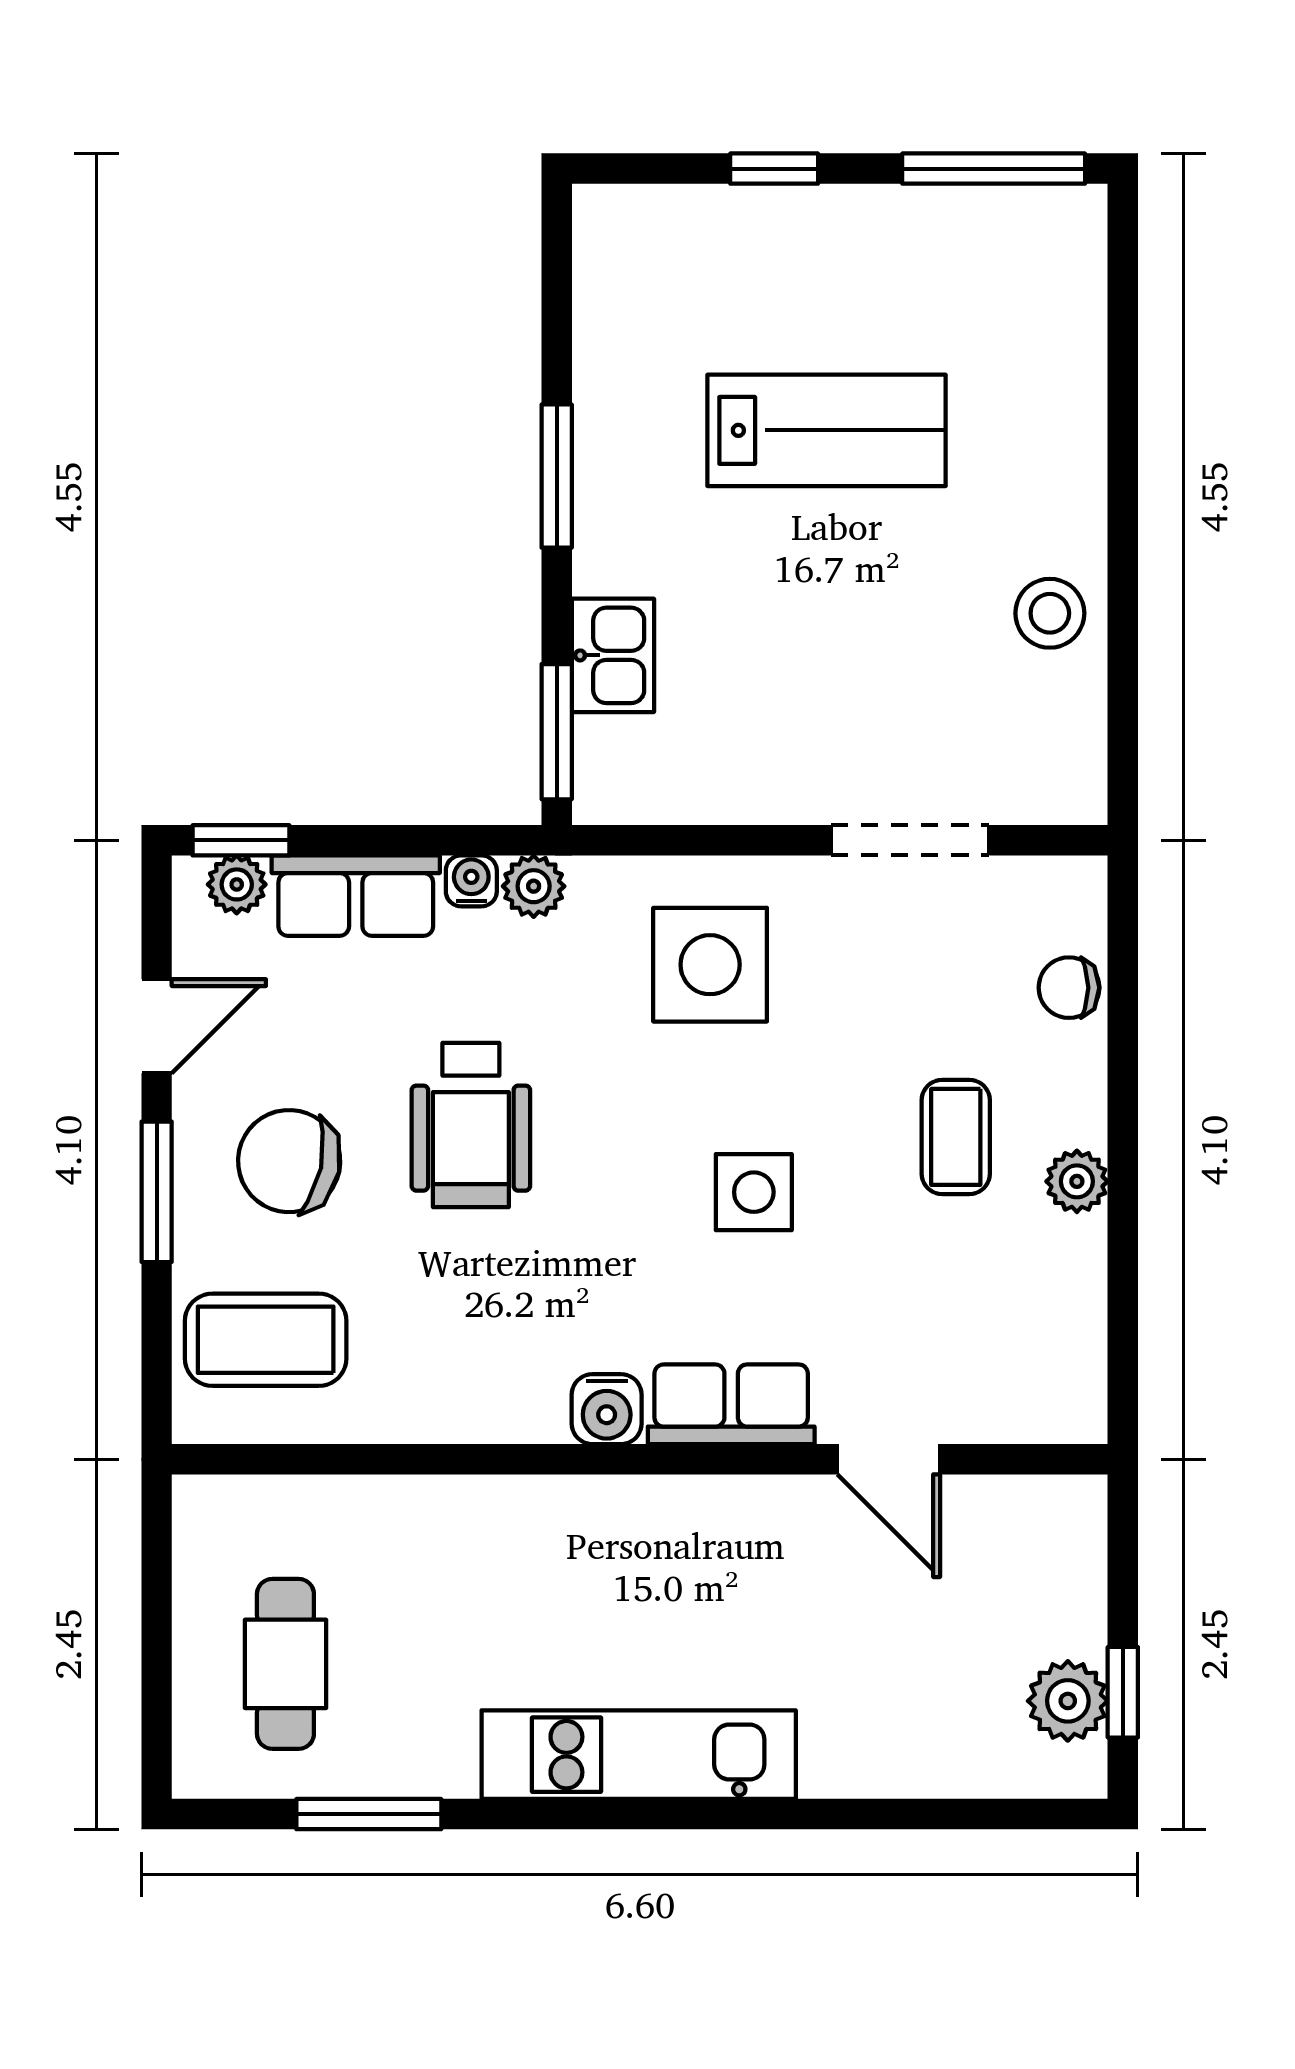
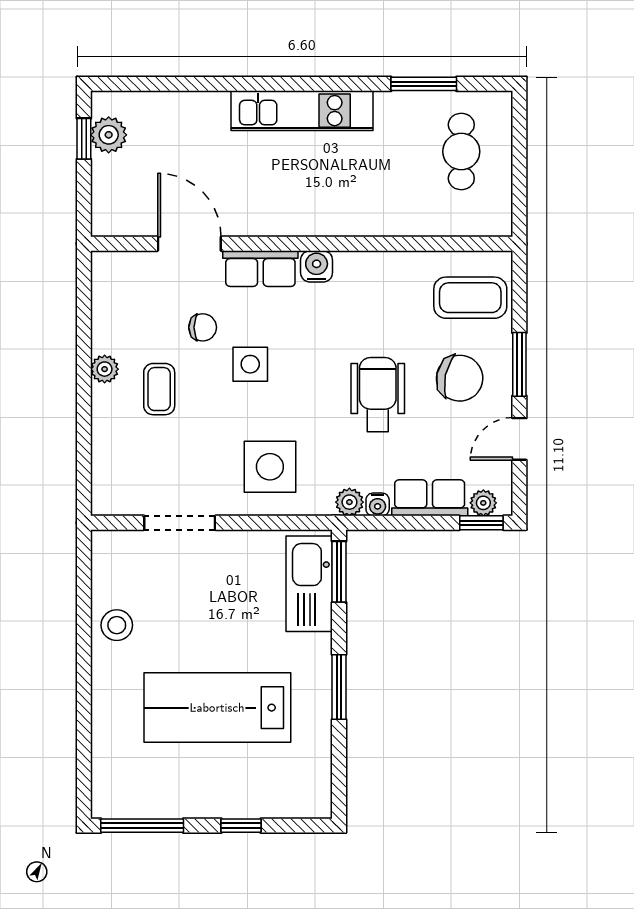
lab bench: (827, 430) -> (217, 708), width x1.36, depth x1.39
kitchen sink: (613, 655) -> (309, 584), width x1.87, depth x1.24
chair: (1069, 988) -> (203, 327), moved
door: (889, 1459) -> (189, 244), width x1.38

